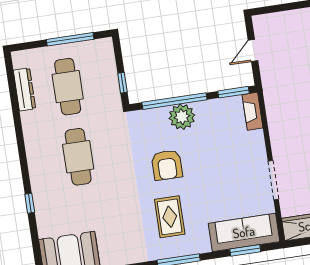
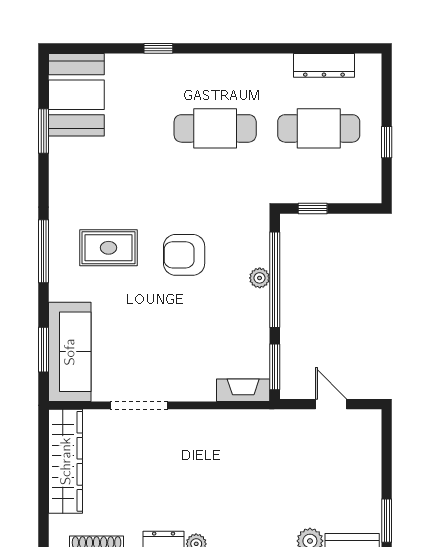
window: (70, 39) -> (387, 142), width x0.46
plant: (182, 117) -> (260, 278), width x0.53, depth x0.53

